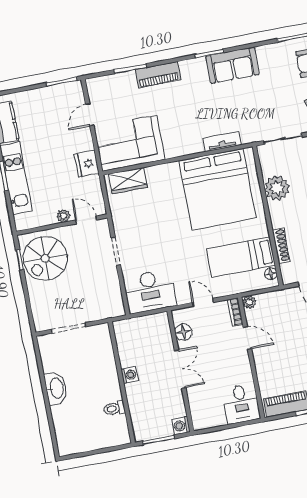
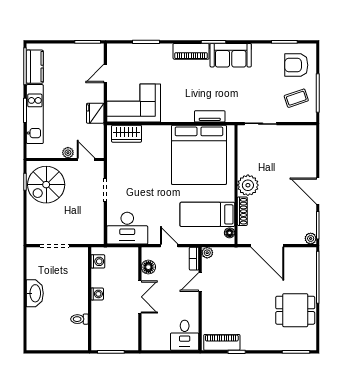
piano: (158, 75) -> (191, 51), moved
plant: (277, 188) -> (248, 185), moved
door: (247, 338) -> (200, 282), swing flipped
washing machine: (181, 426) -> (98, 261), moved, turned 180

